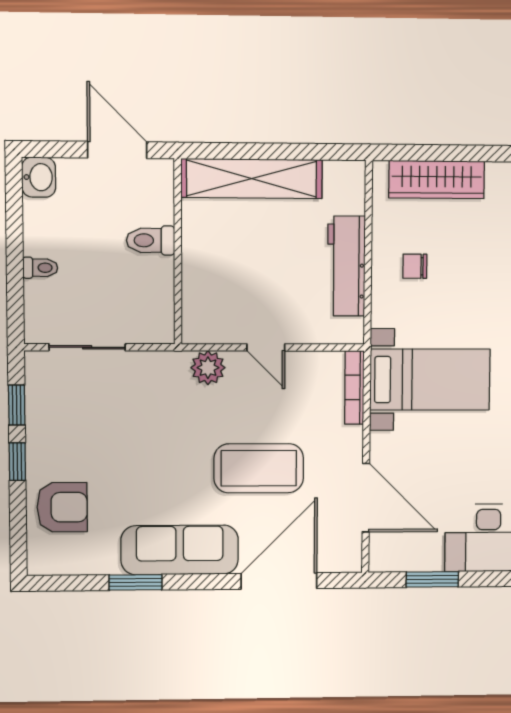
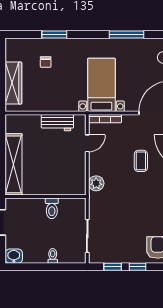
toilet: (151, 240) -> (52, 208), moved
workbench: (346, 266) -> (57, 123), width x0.73
chair: (415, 266) -> (46, 62), moved
door: (266, 347) -> (87, 143), moved
coffee table: (259, 468) -> (141, 161), width x0.54, depth x0.58

